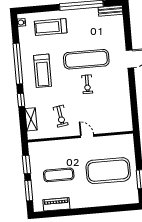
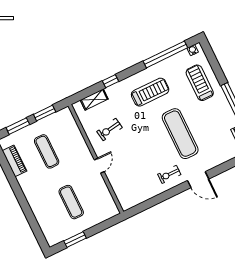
window: (18, 64) -> (165, 54), moved
treadmill: (43, 71) -> (150, 92), turned 180
exercise bike: (87, 84) -> (169, 174), moved
exercise mat: (108, 171) -> (71, 202), width x0.50, depth x0.69

